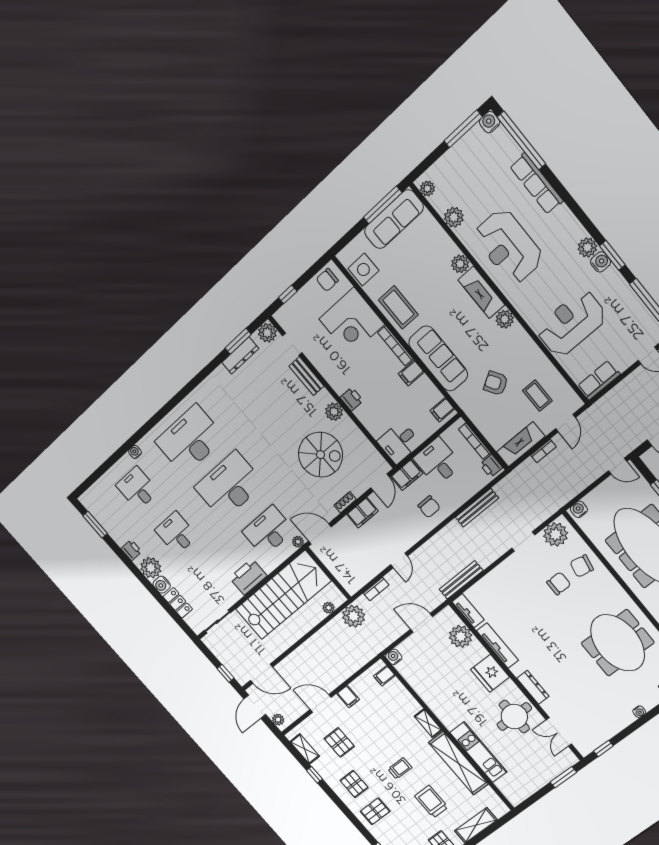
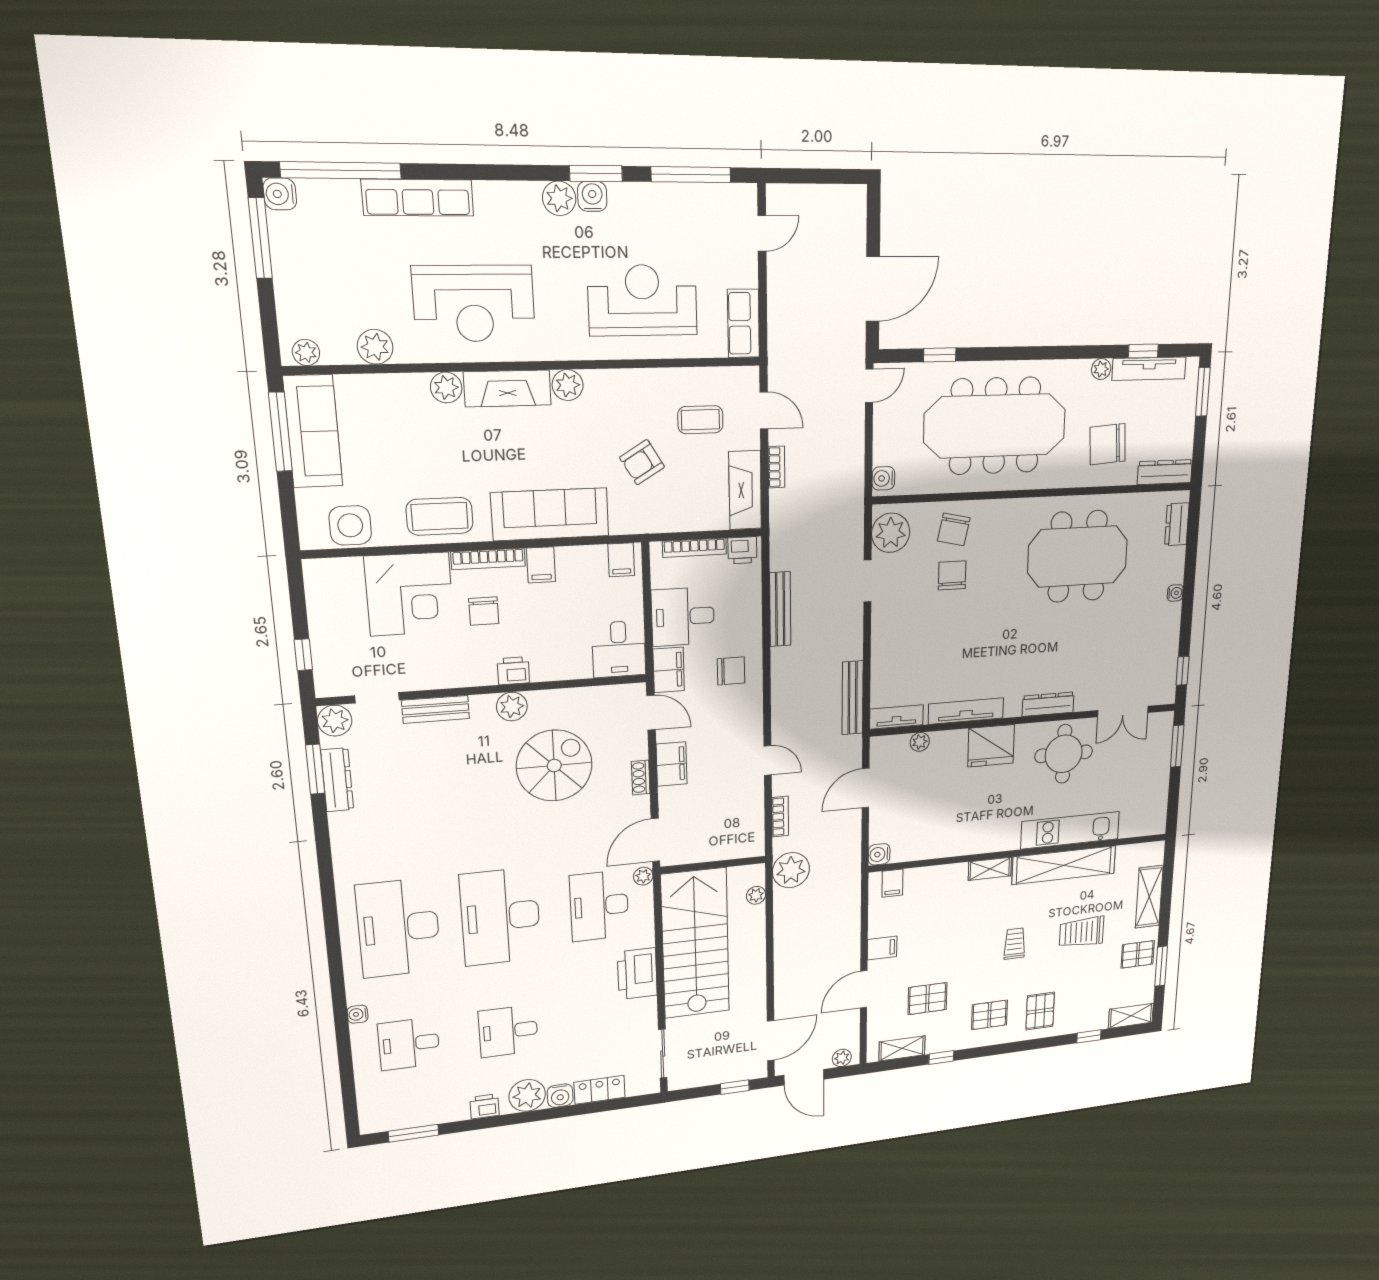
chair: (327, 280) -> (484, 611), moved
reception desk: (571, 323) -> (643, 300), turned 90
plant: (461, 636) -> (920, 742), width x0.53, depth x0.53

